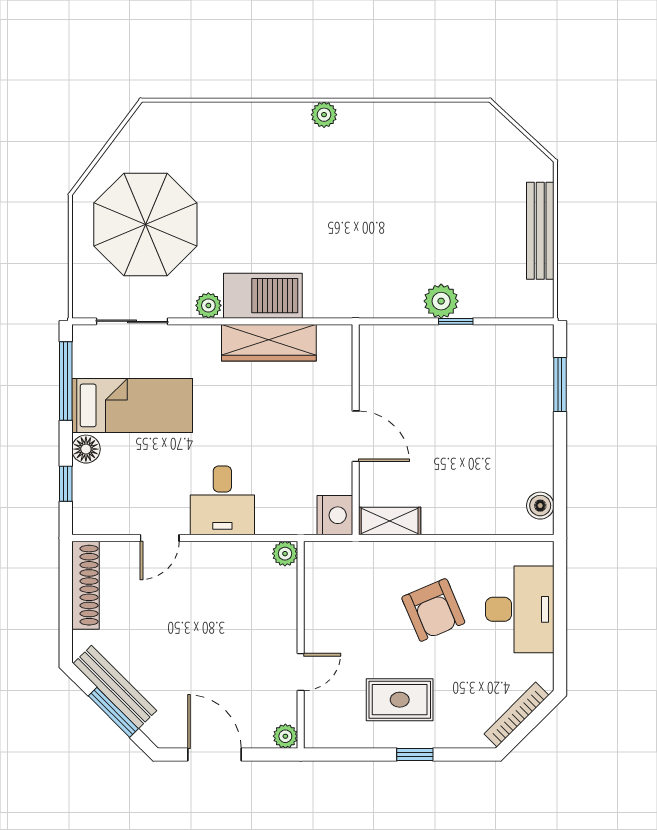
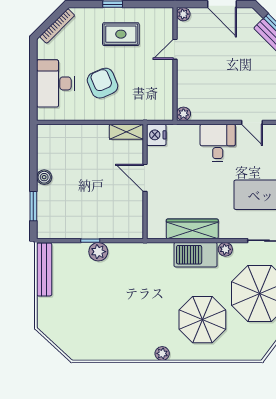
parasol: (251, 177) -> (202, 320), added
bench: (540, 231) -> (44, 269), moved
boiler: (540, 506) -> (44, 177), moved
door: (160, 538) -> (252, 122), swing flipped

